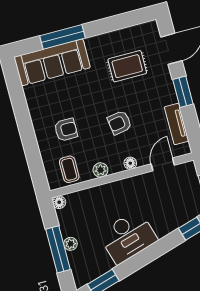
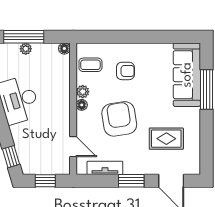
rug: (127, 66) -> (166, 139), turned 90
armchair: (119, 123) -> (119, 119), width x1.88, depth x1.88
armchair: (66, 130) -> (125, 71), turned -90
floor lamp: (130, 163) -> (82, 105), moved

